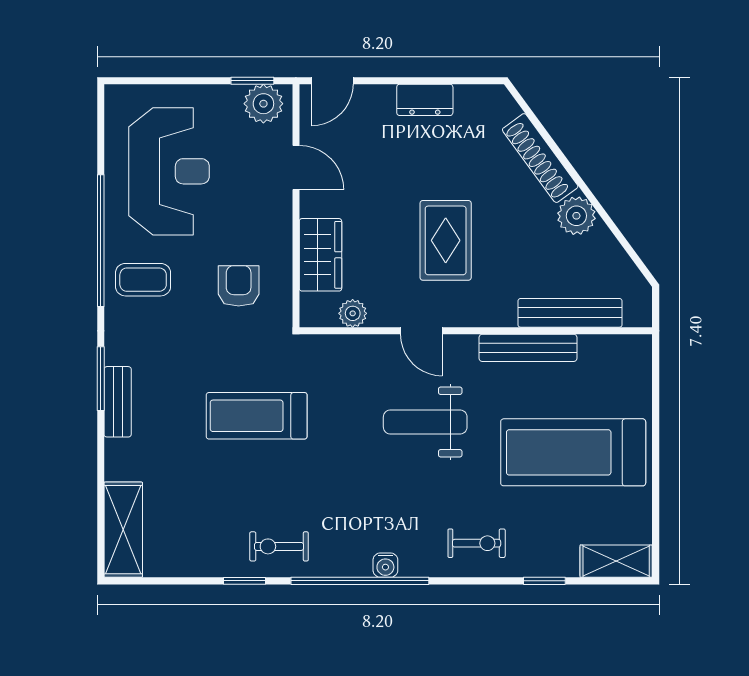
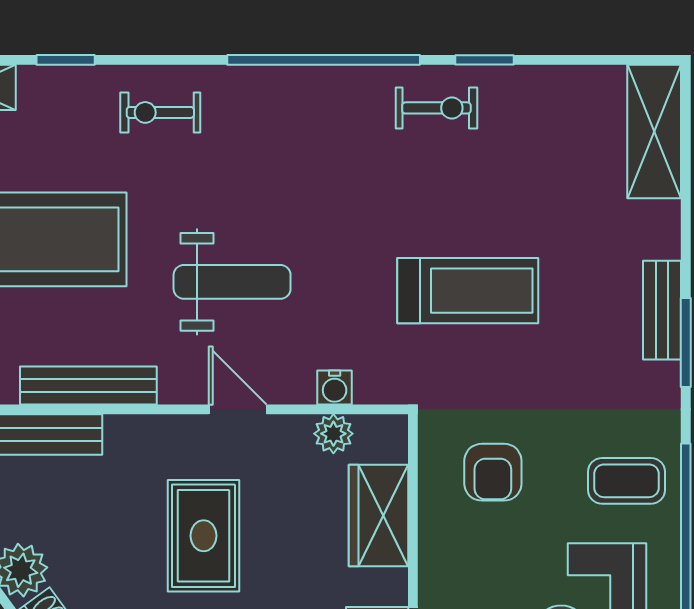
water cooler: (385, 565) -> (335, 387), moved, turned 180

